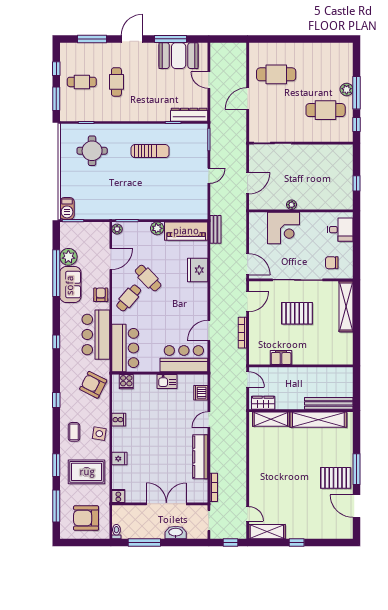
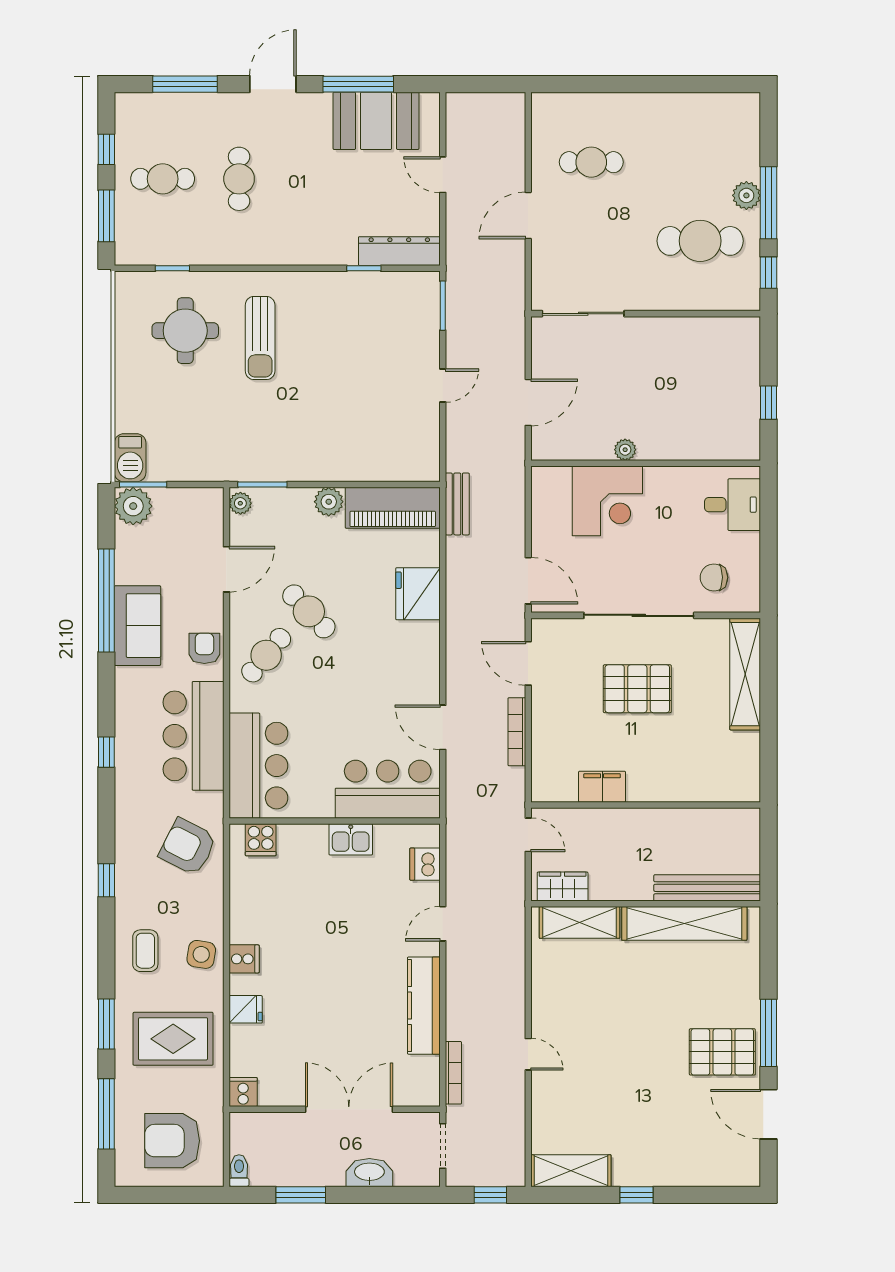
cafe table: (276, 74) -> (591, 162), width x0.73, depth x0.74
sun lounger: (150, 151) -> (260, 338), moved, turned 90
plant: (68, 257) -> (133, 506), moved
door: (248, 302) -> (528, 663), swing flipped
door: (209, 331) -> (443, 727), hinge flipped
cooker: (119, 420) -> (244, 959), moved
door: (248, 514) -> (528, 1054), moved
window: (144, 543) -> (301, 1195), width x0.69

